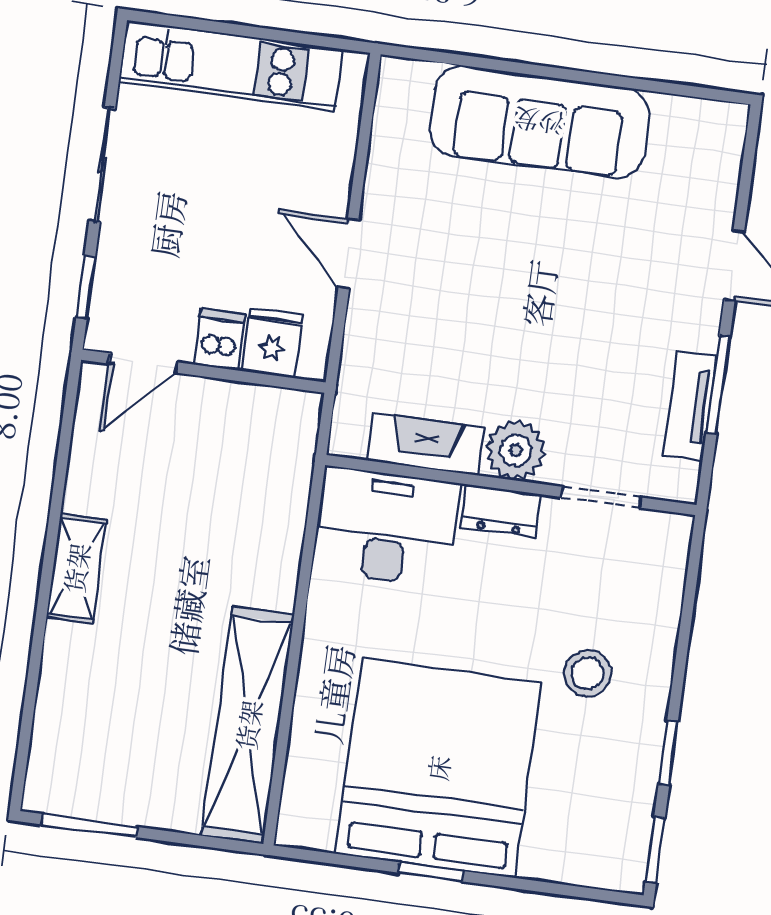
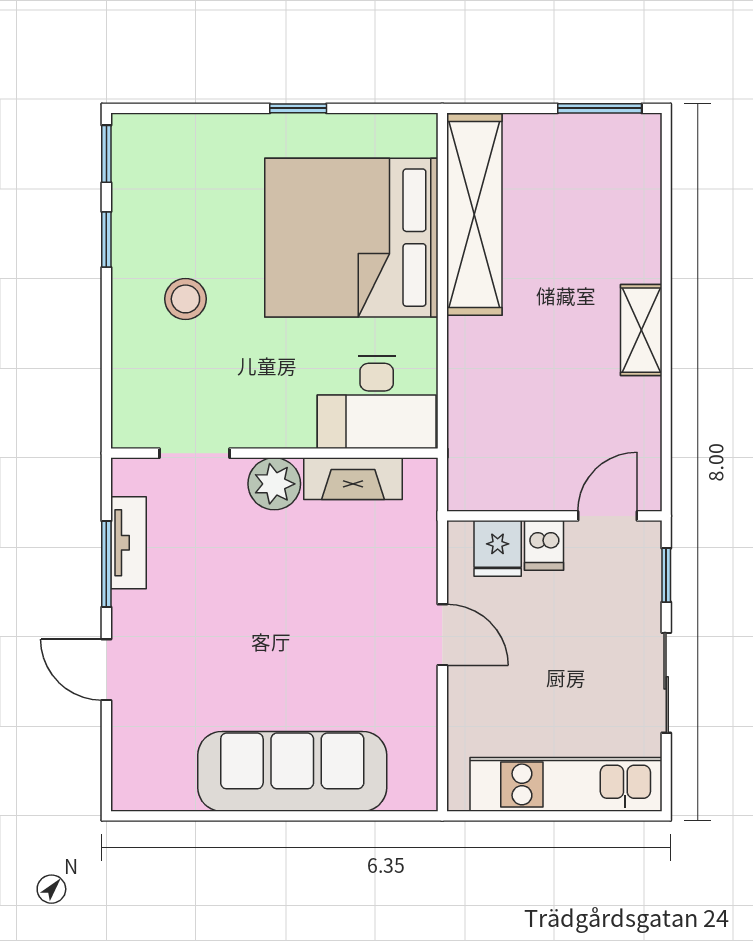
dresser: (501, 511) -> (280, 430), removed
bed: (438, 768) -> (351, 238), moved, turned 90

